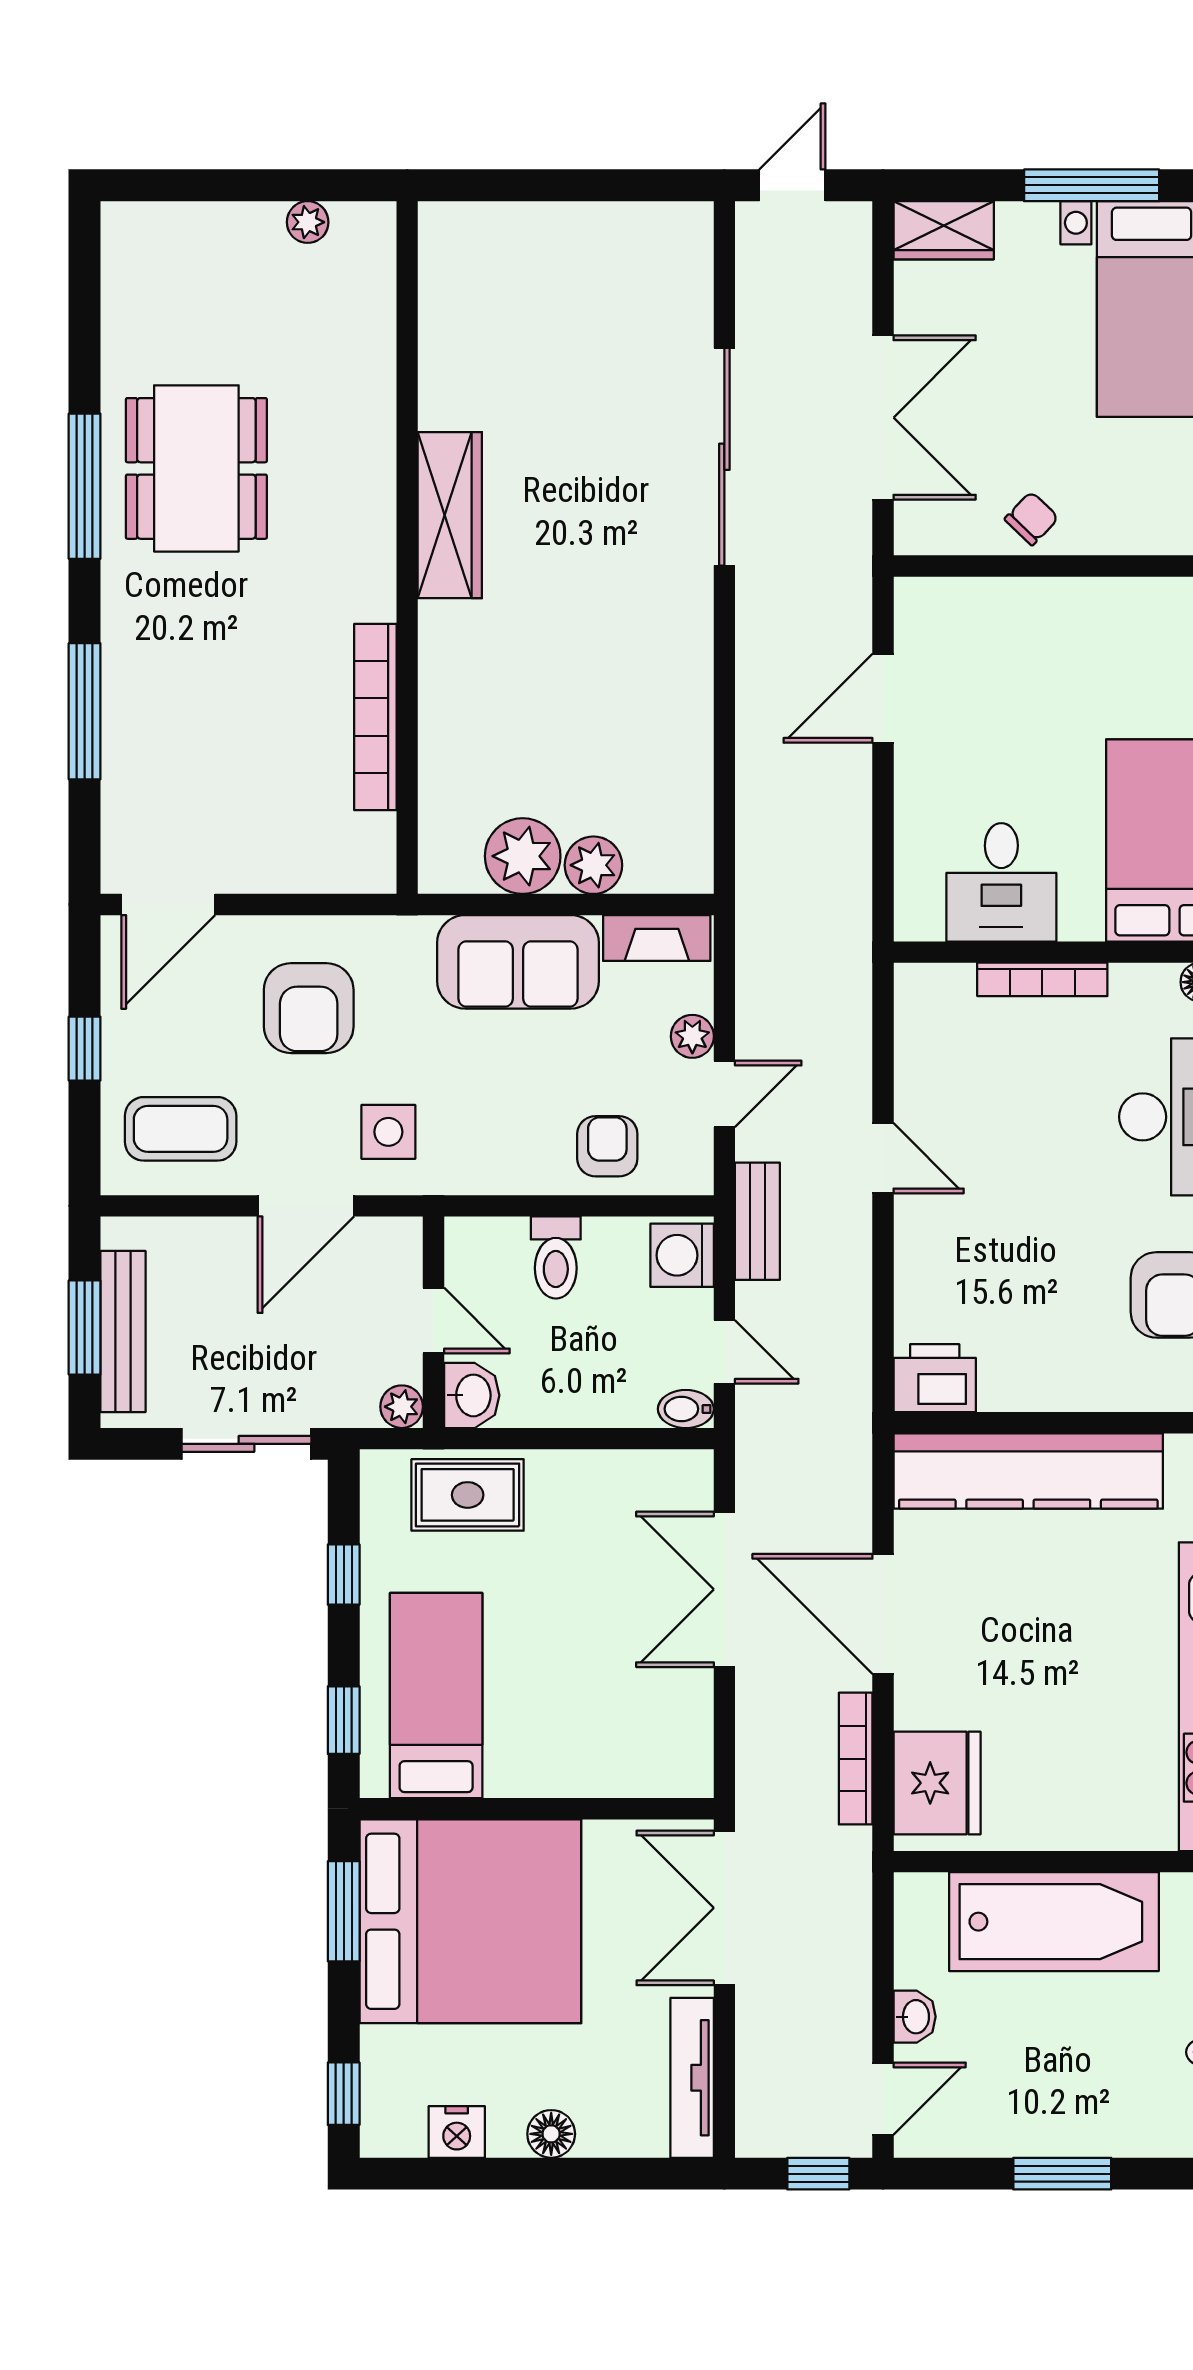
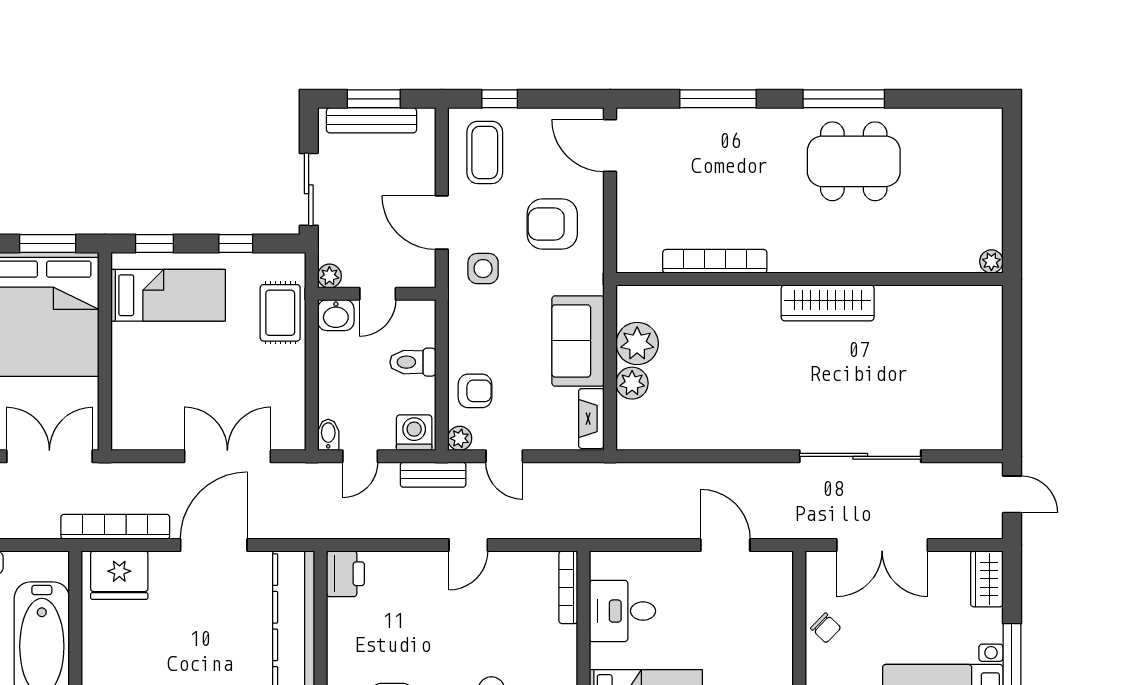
plant: (308, 222) -> (991, 261), moved
bookcase: (1042, 979) -> (568, 587), moved
plant: (692, 1036) -> (460, 438), moved
window: (85, 1049) -> (500, 99), moved
bookcase: (856, 1759) -> (115, 527), width x1.48, depth x1.31

